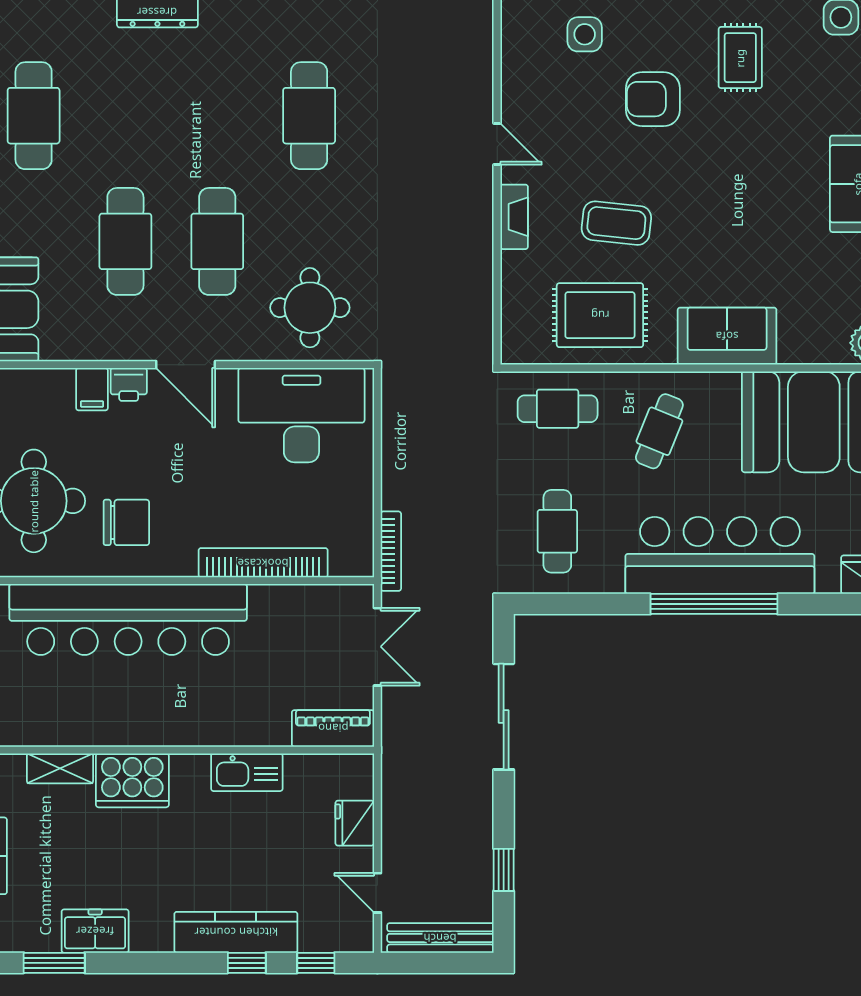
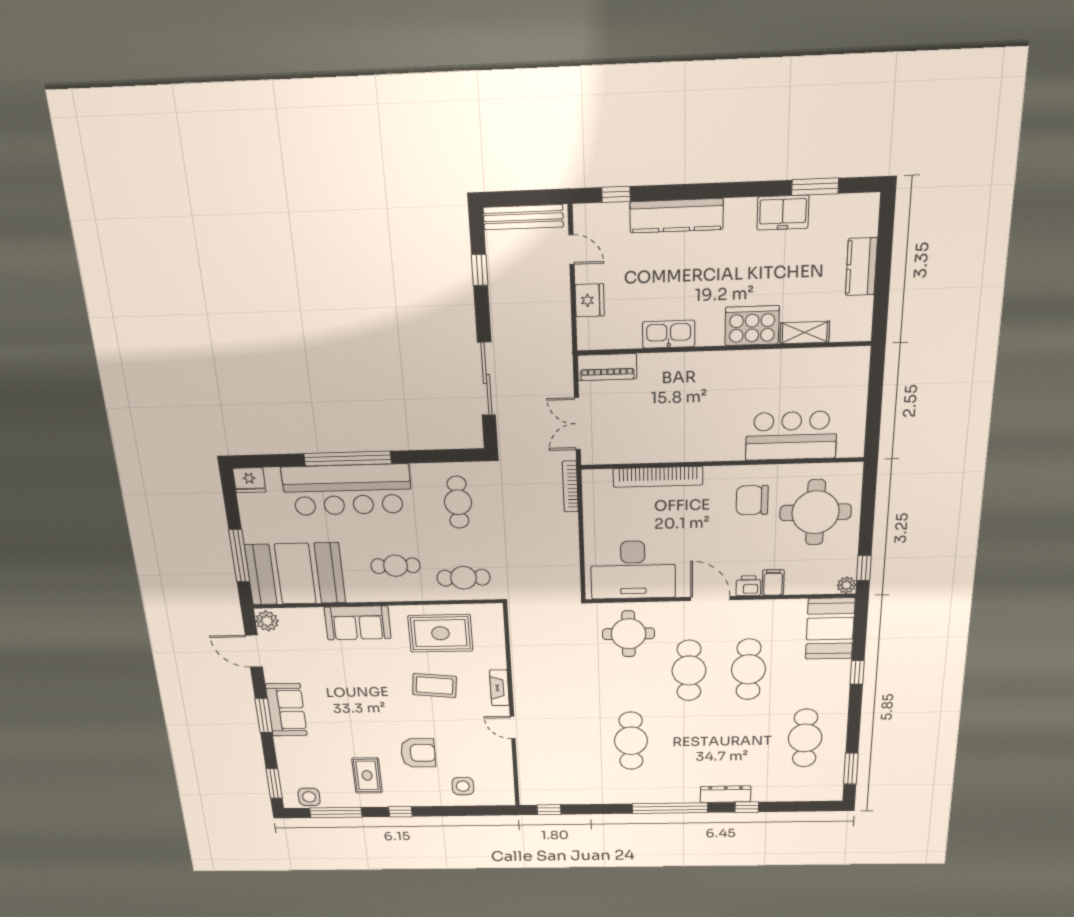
cafe table: (659, 431) -> (395, 566), turned 68
bar counter: (128, 619) -> (791, 436), width x0.54
window: (247, 963) -> (668, 192), removed

